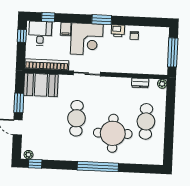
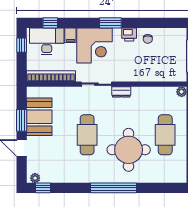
desk: (40, 33) -> (47, 41), width x1.37
dresser: (140, 83) -> (121, 92), moved
booth: (41, 85) -> (39, 117), moved, turned 90

